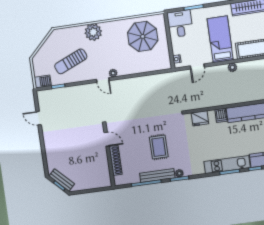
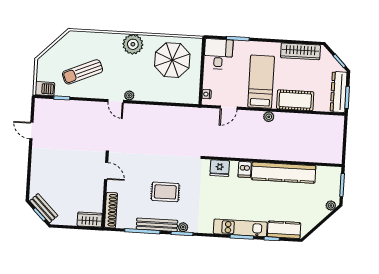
plant: (93, 32) -> (133, 44), moved
rug: (159, 147) -> (165, 192), turned 90
shoe rack: (116, 160) -> (111, 210), moved
wardrobe: (101, 182) -> (90, 220), added

